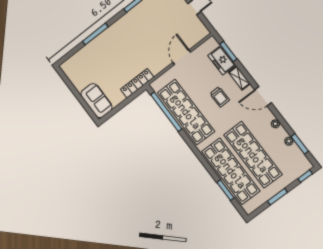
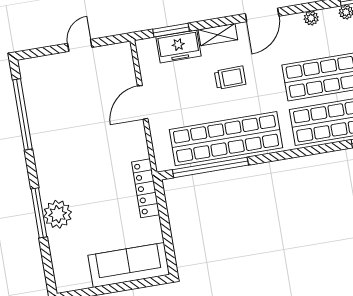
plant: (100, 44) -> (58, 214), added
door: (182, 57) -> (143, 102), hinge flipped
sofa: (96, 101) -> (129, 265), width x1.36

